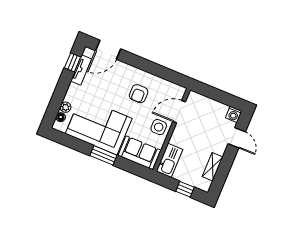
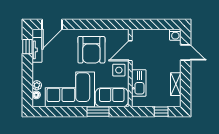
armchair: (139, 94) -> (91, 50), width x1.88, depth x1.88
window: (103, 155) -> (98, 112), moved
kitchen sink: (169, 160) -> (139, 83), moved

